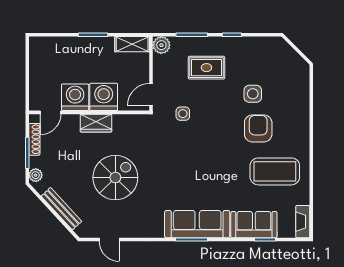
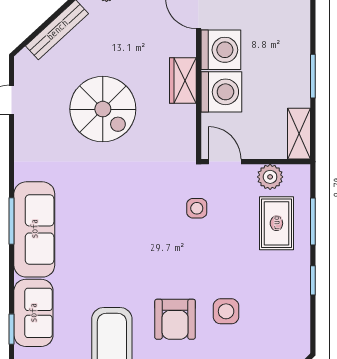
plant: (161, 45) -> (270, 177), moved
rug: (206, 68) -> (276, 223), moved
armchair: (258, 128) -> (175, 319), turned 90

